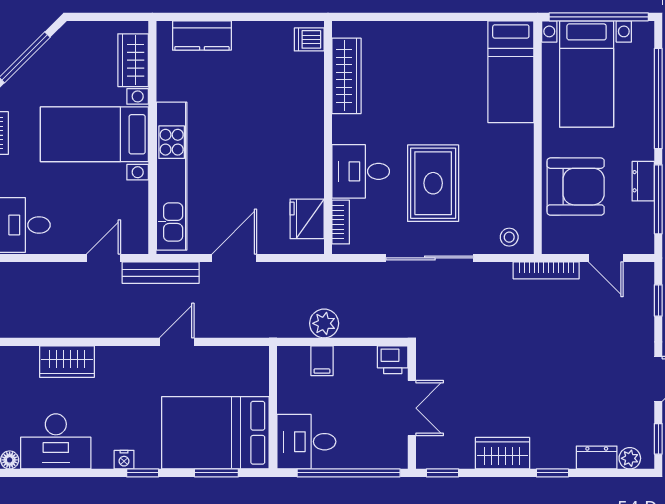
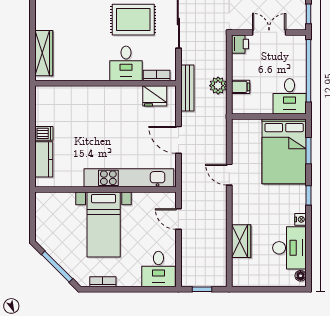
dishwasher: (309, 39) -> (44, 133), moved, turned -90
wardrobe: (133, 60) -> (59, 201), removed
wardrobe: (347, 76) -> (44, 53), moved, turned 90
bench: (161, 273) -> (187, 88), moved
nightstand: (124, 460) -> (300, 219), moved

